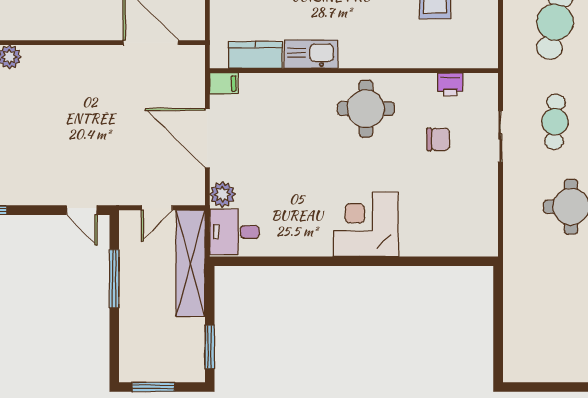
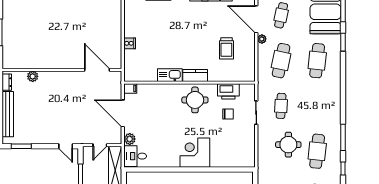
kitchen counter: (255, 55) -> (195, 75), moved
printer: (450, 84) -> (228, 91), width x1.87, depth x1.48

